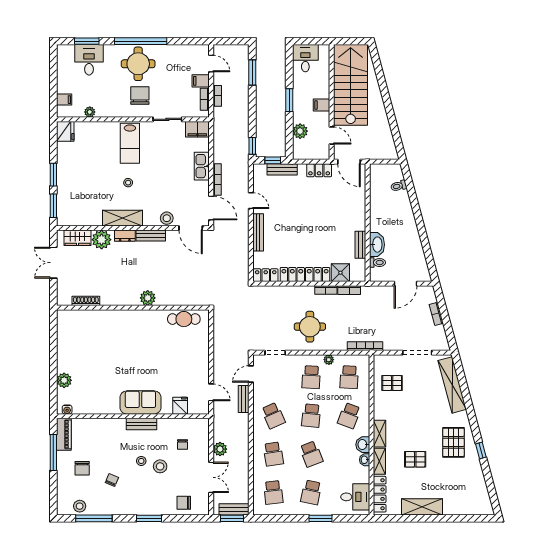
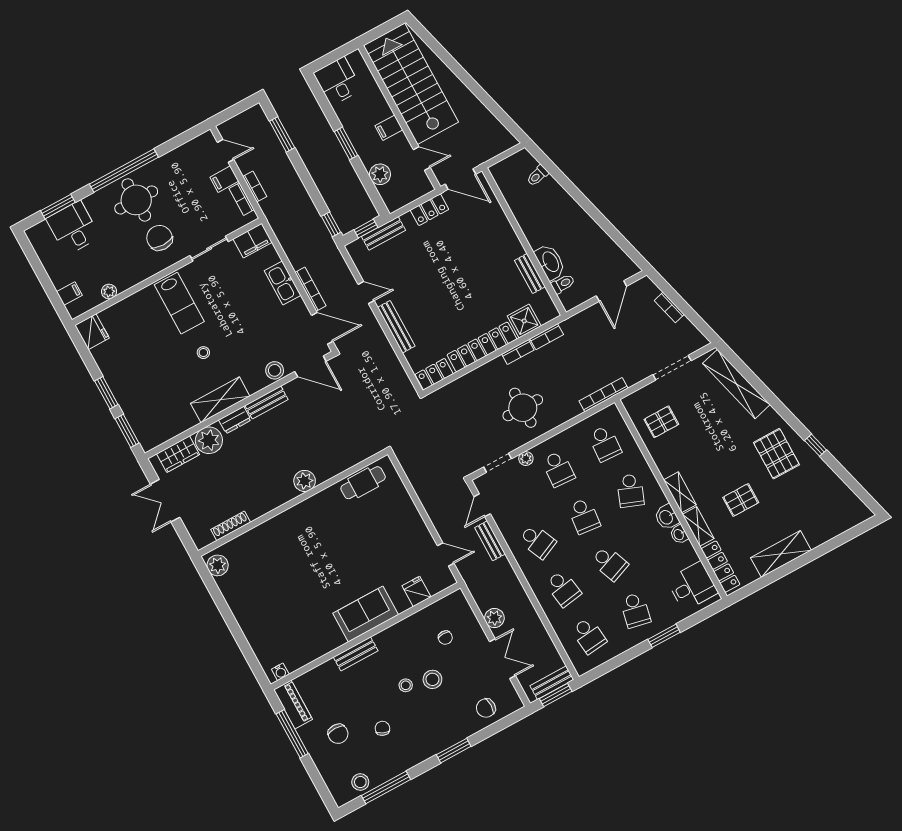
plant: (329, 360) -> (526, 459), moved
plant: (64, 380) -> (218, 565), moved
bench: (141, 424) -> (356, 654), moved

